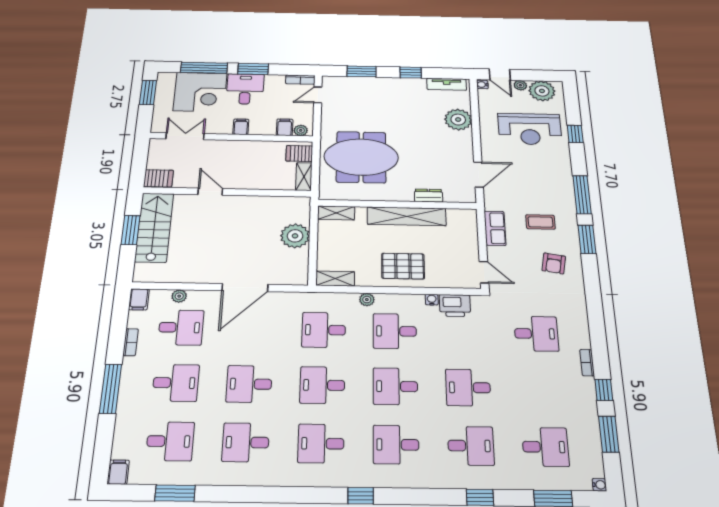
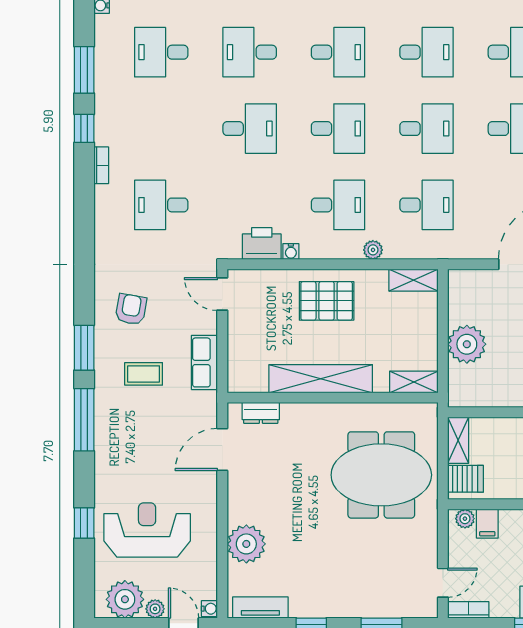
dresser: (428, 196) -> (261, 413), moved

